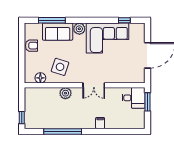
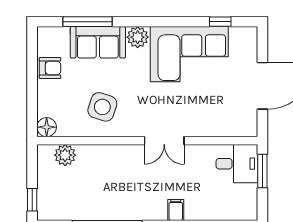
floor lamp: (40, 78) -> (47, 127), moved
plant: (65, 93) -> (65, 155), moved

